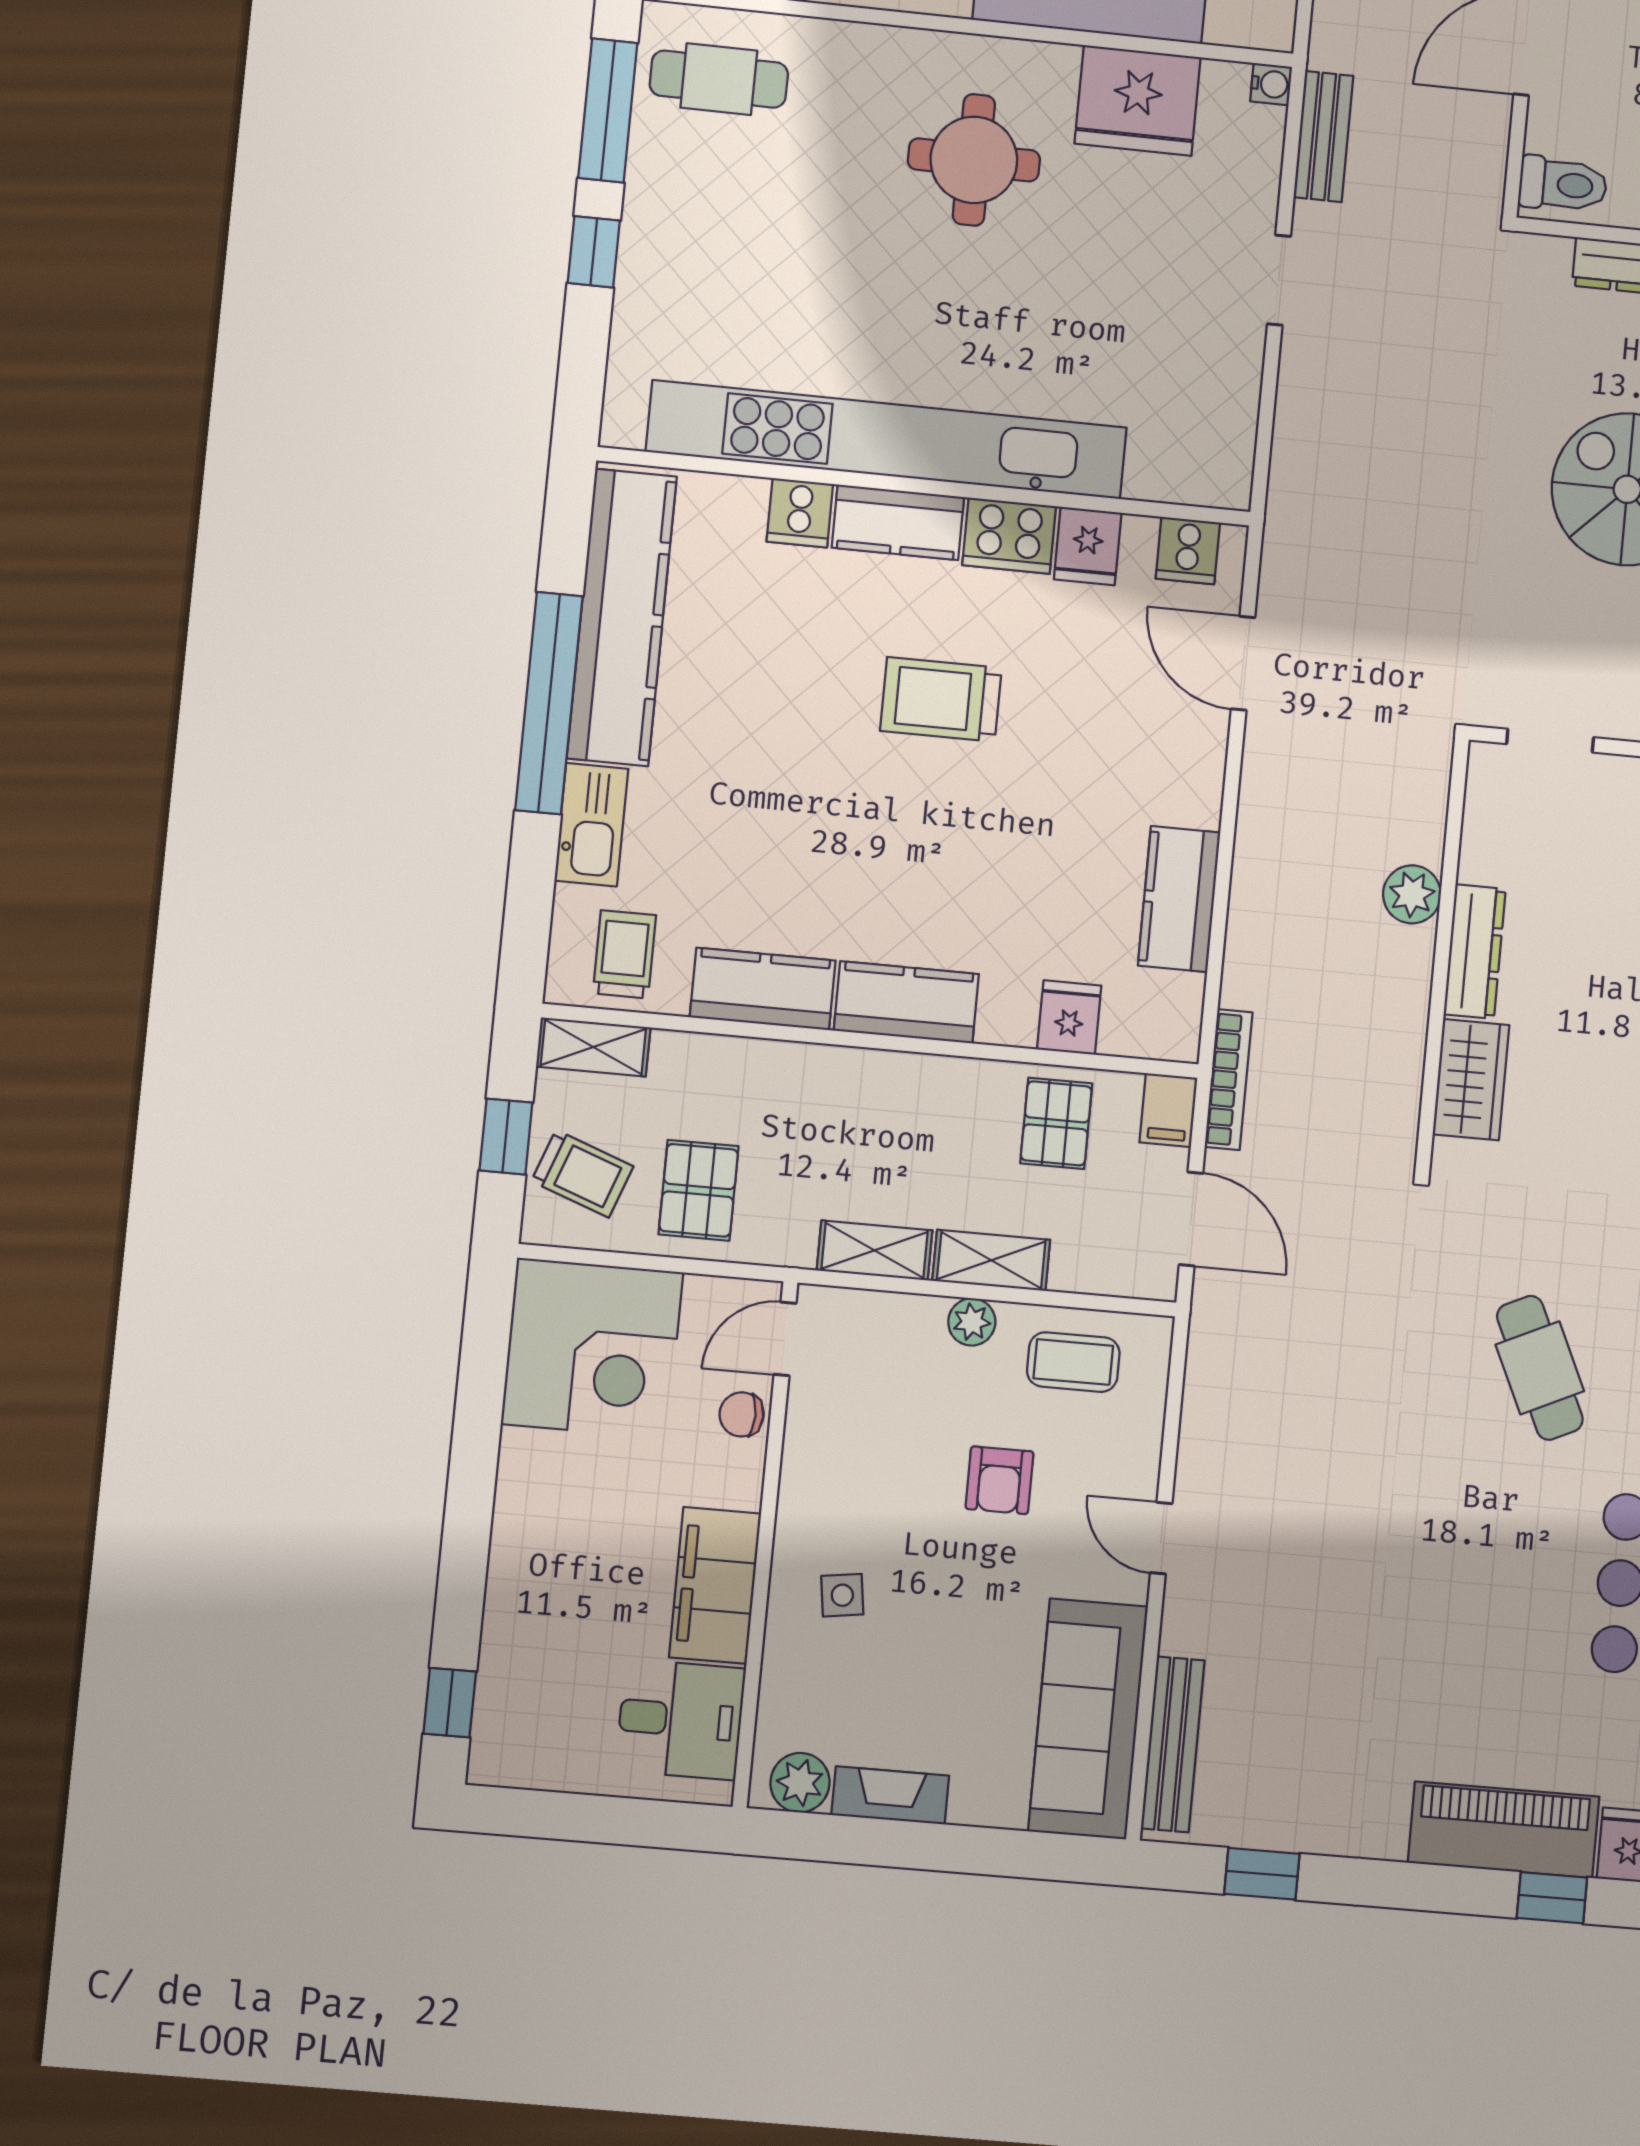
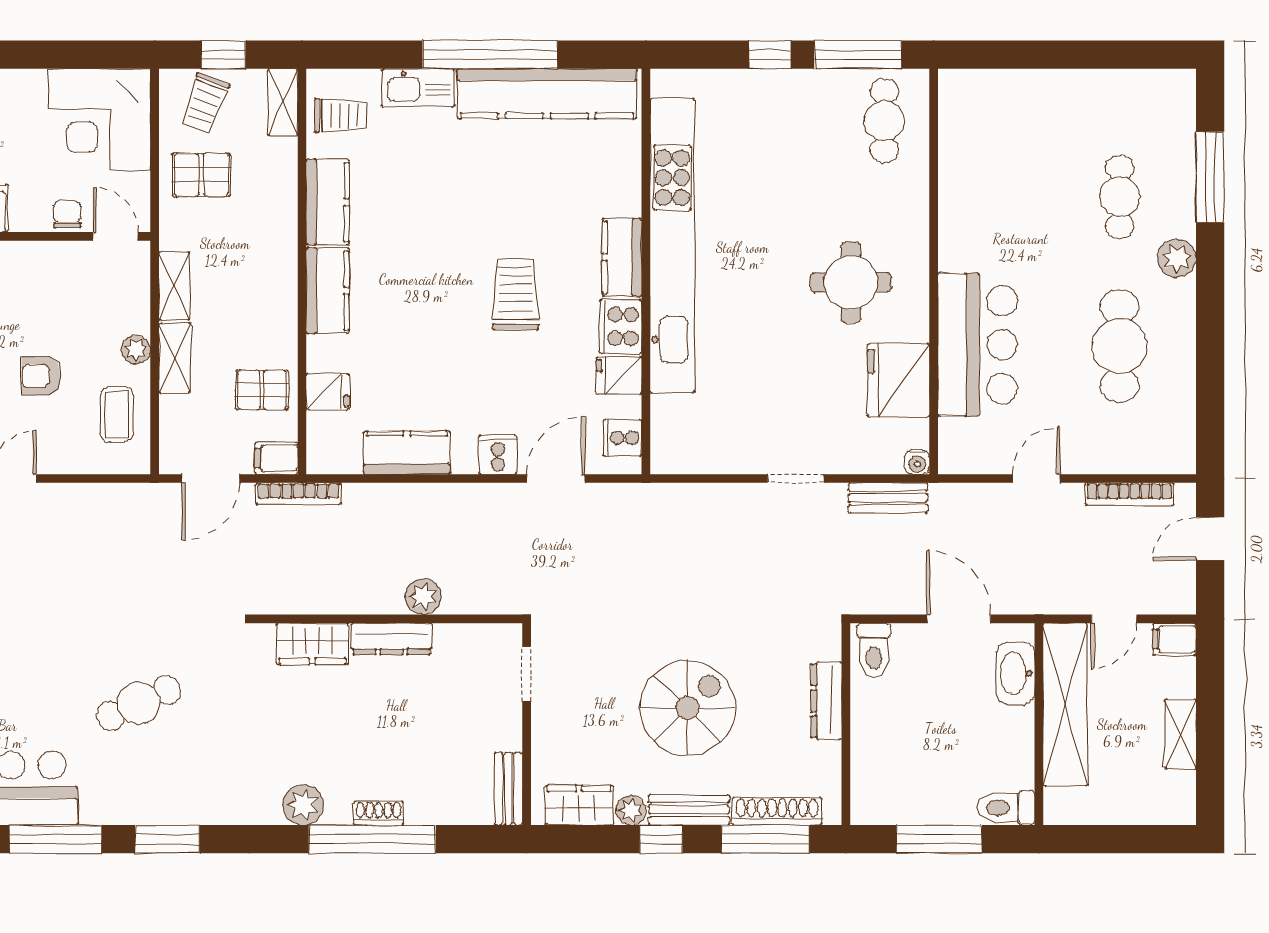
cooker: (800, 513) -> (498, 455), moved, turned 90

